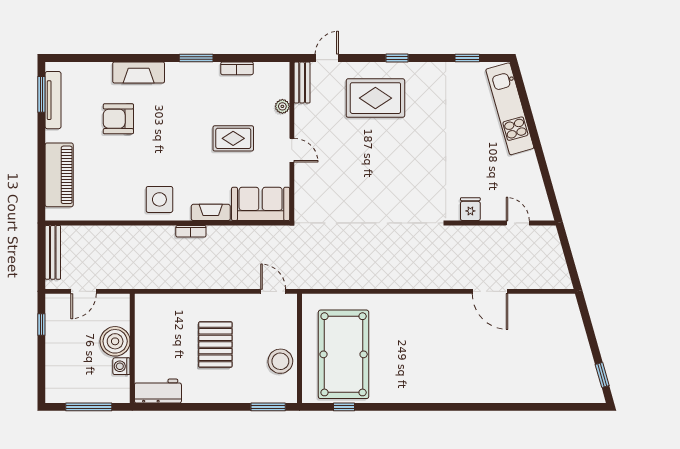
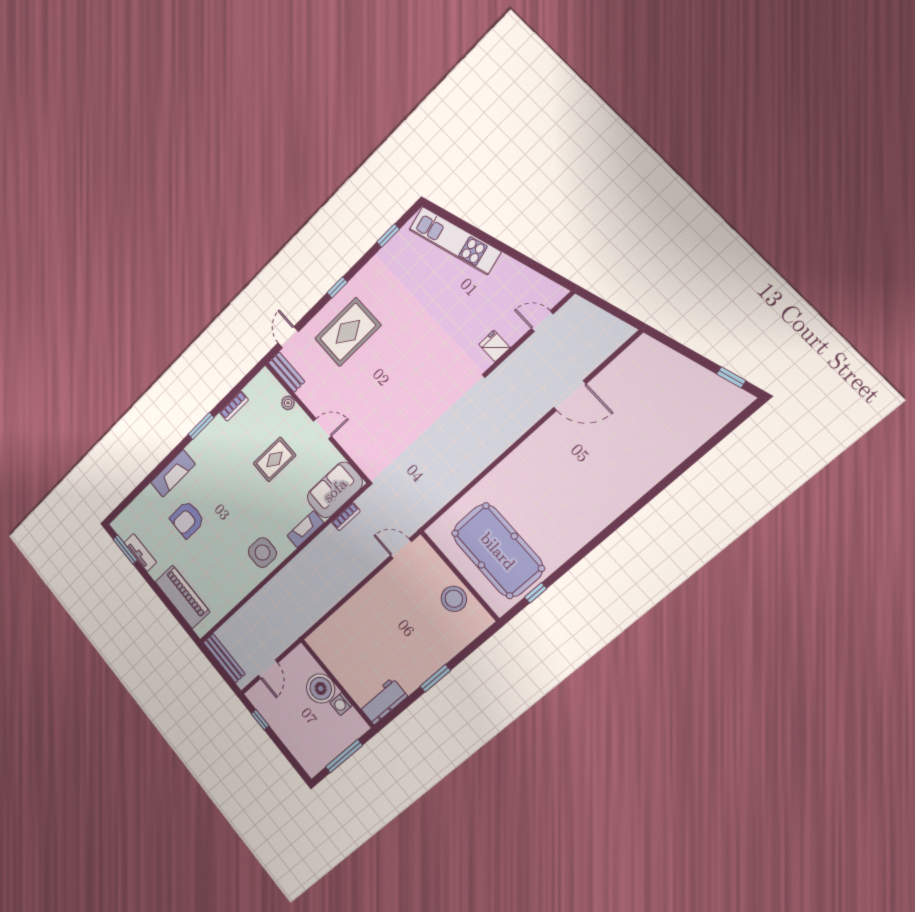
tv unit: (53, 100) -> (140, 553), width x0.71
bookcase: (191, 231) -> (346, 517), moved
pallet: (215, 345) -> (394, 628), removed
window: (268, 407) -> (435, 678), moved

